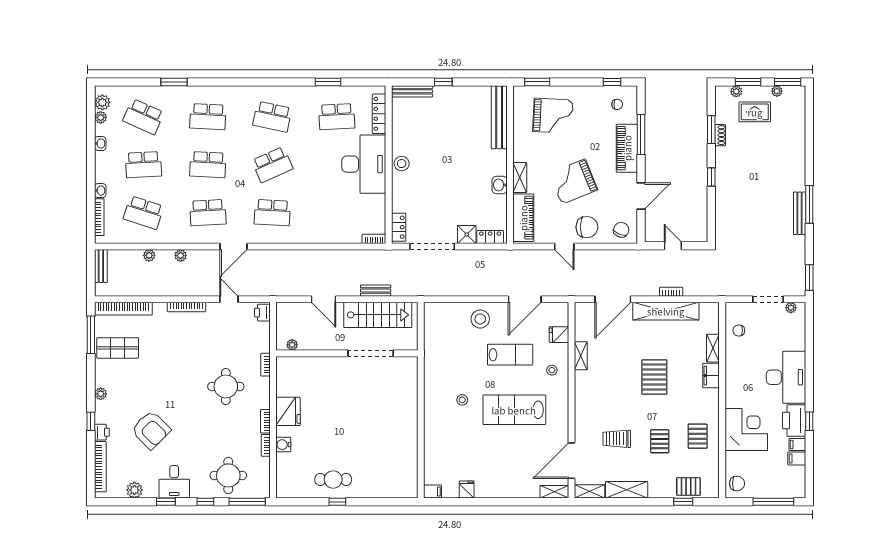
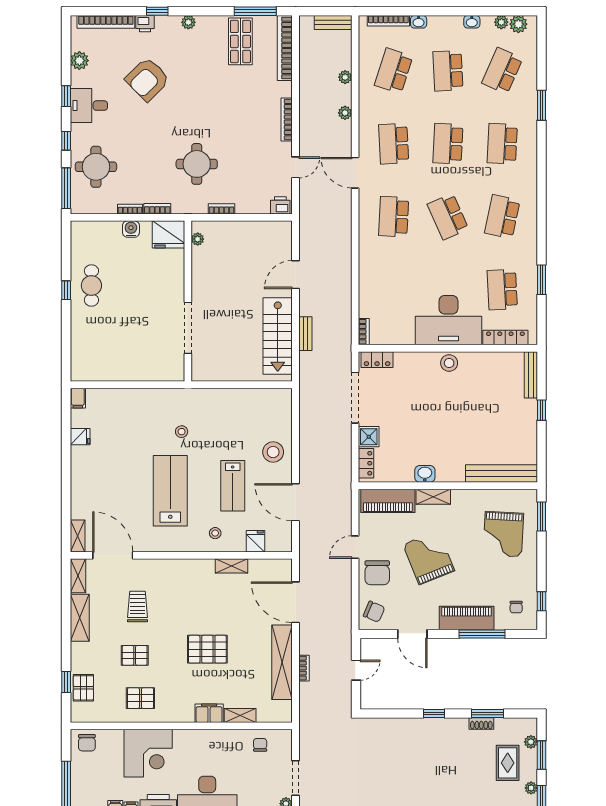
plant: (292, 345) -> (198, 239), moved
wall: (347, 353) -> (188, 301), moved
doorway: (371, 353) -> (188, 328), moved

